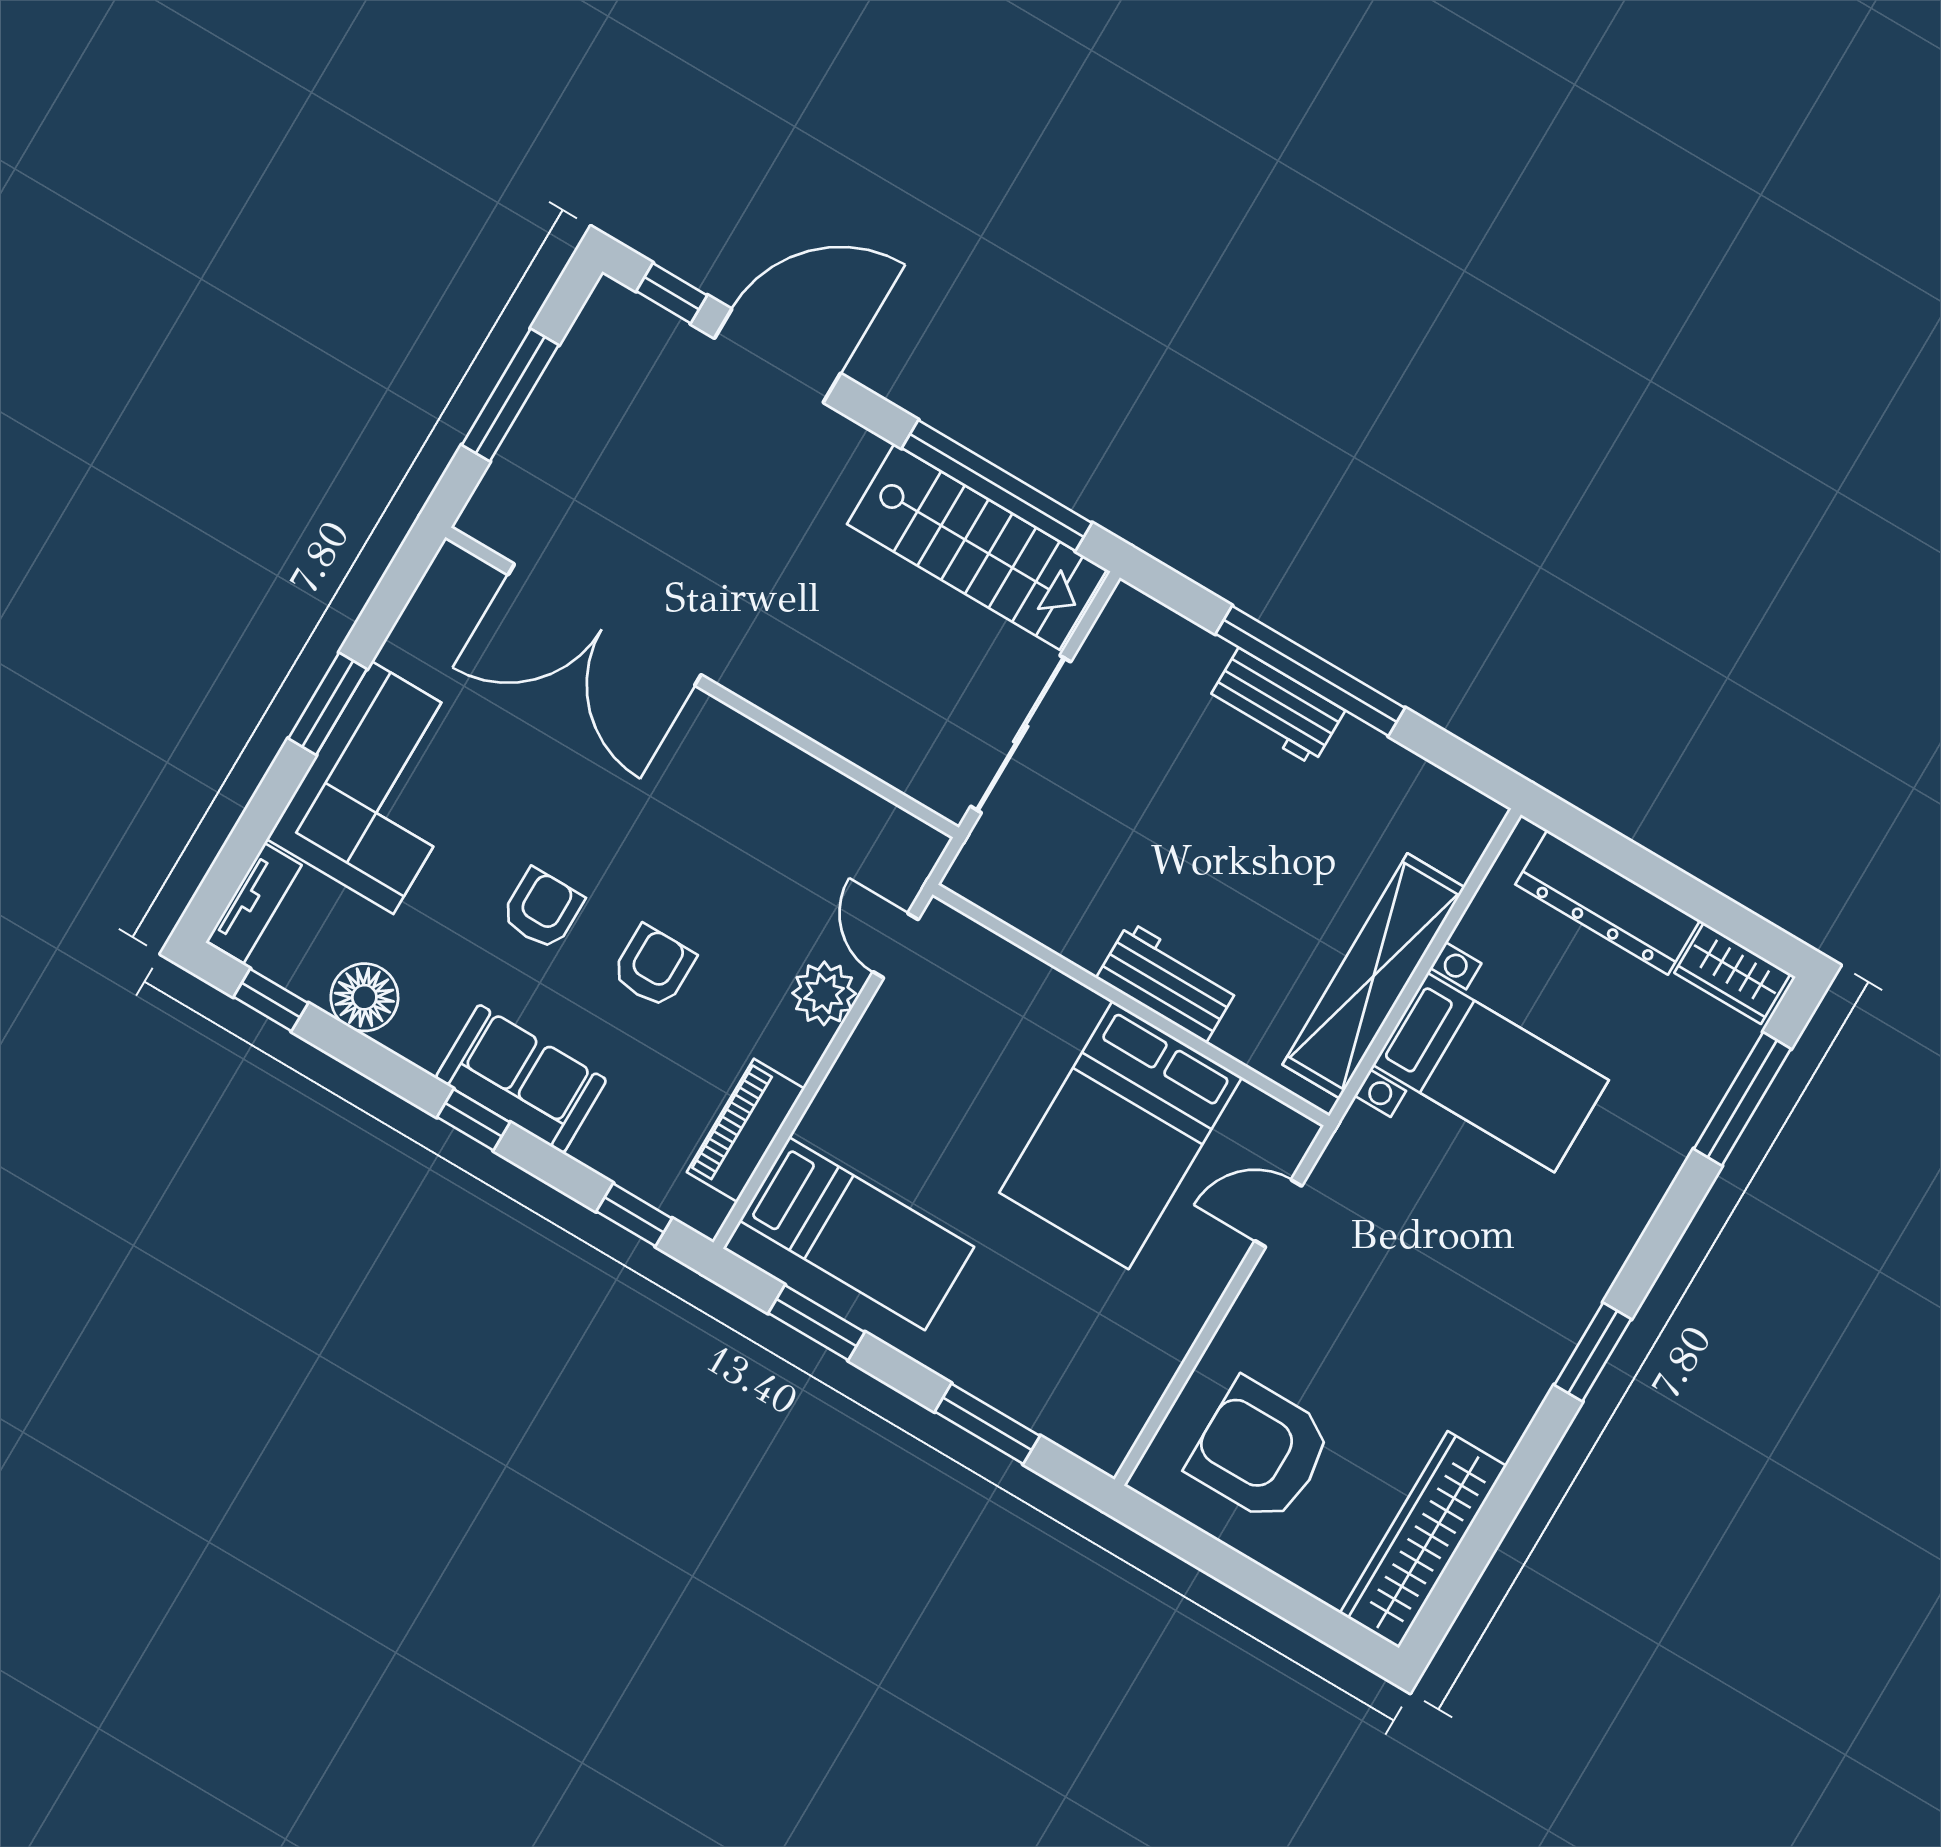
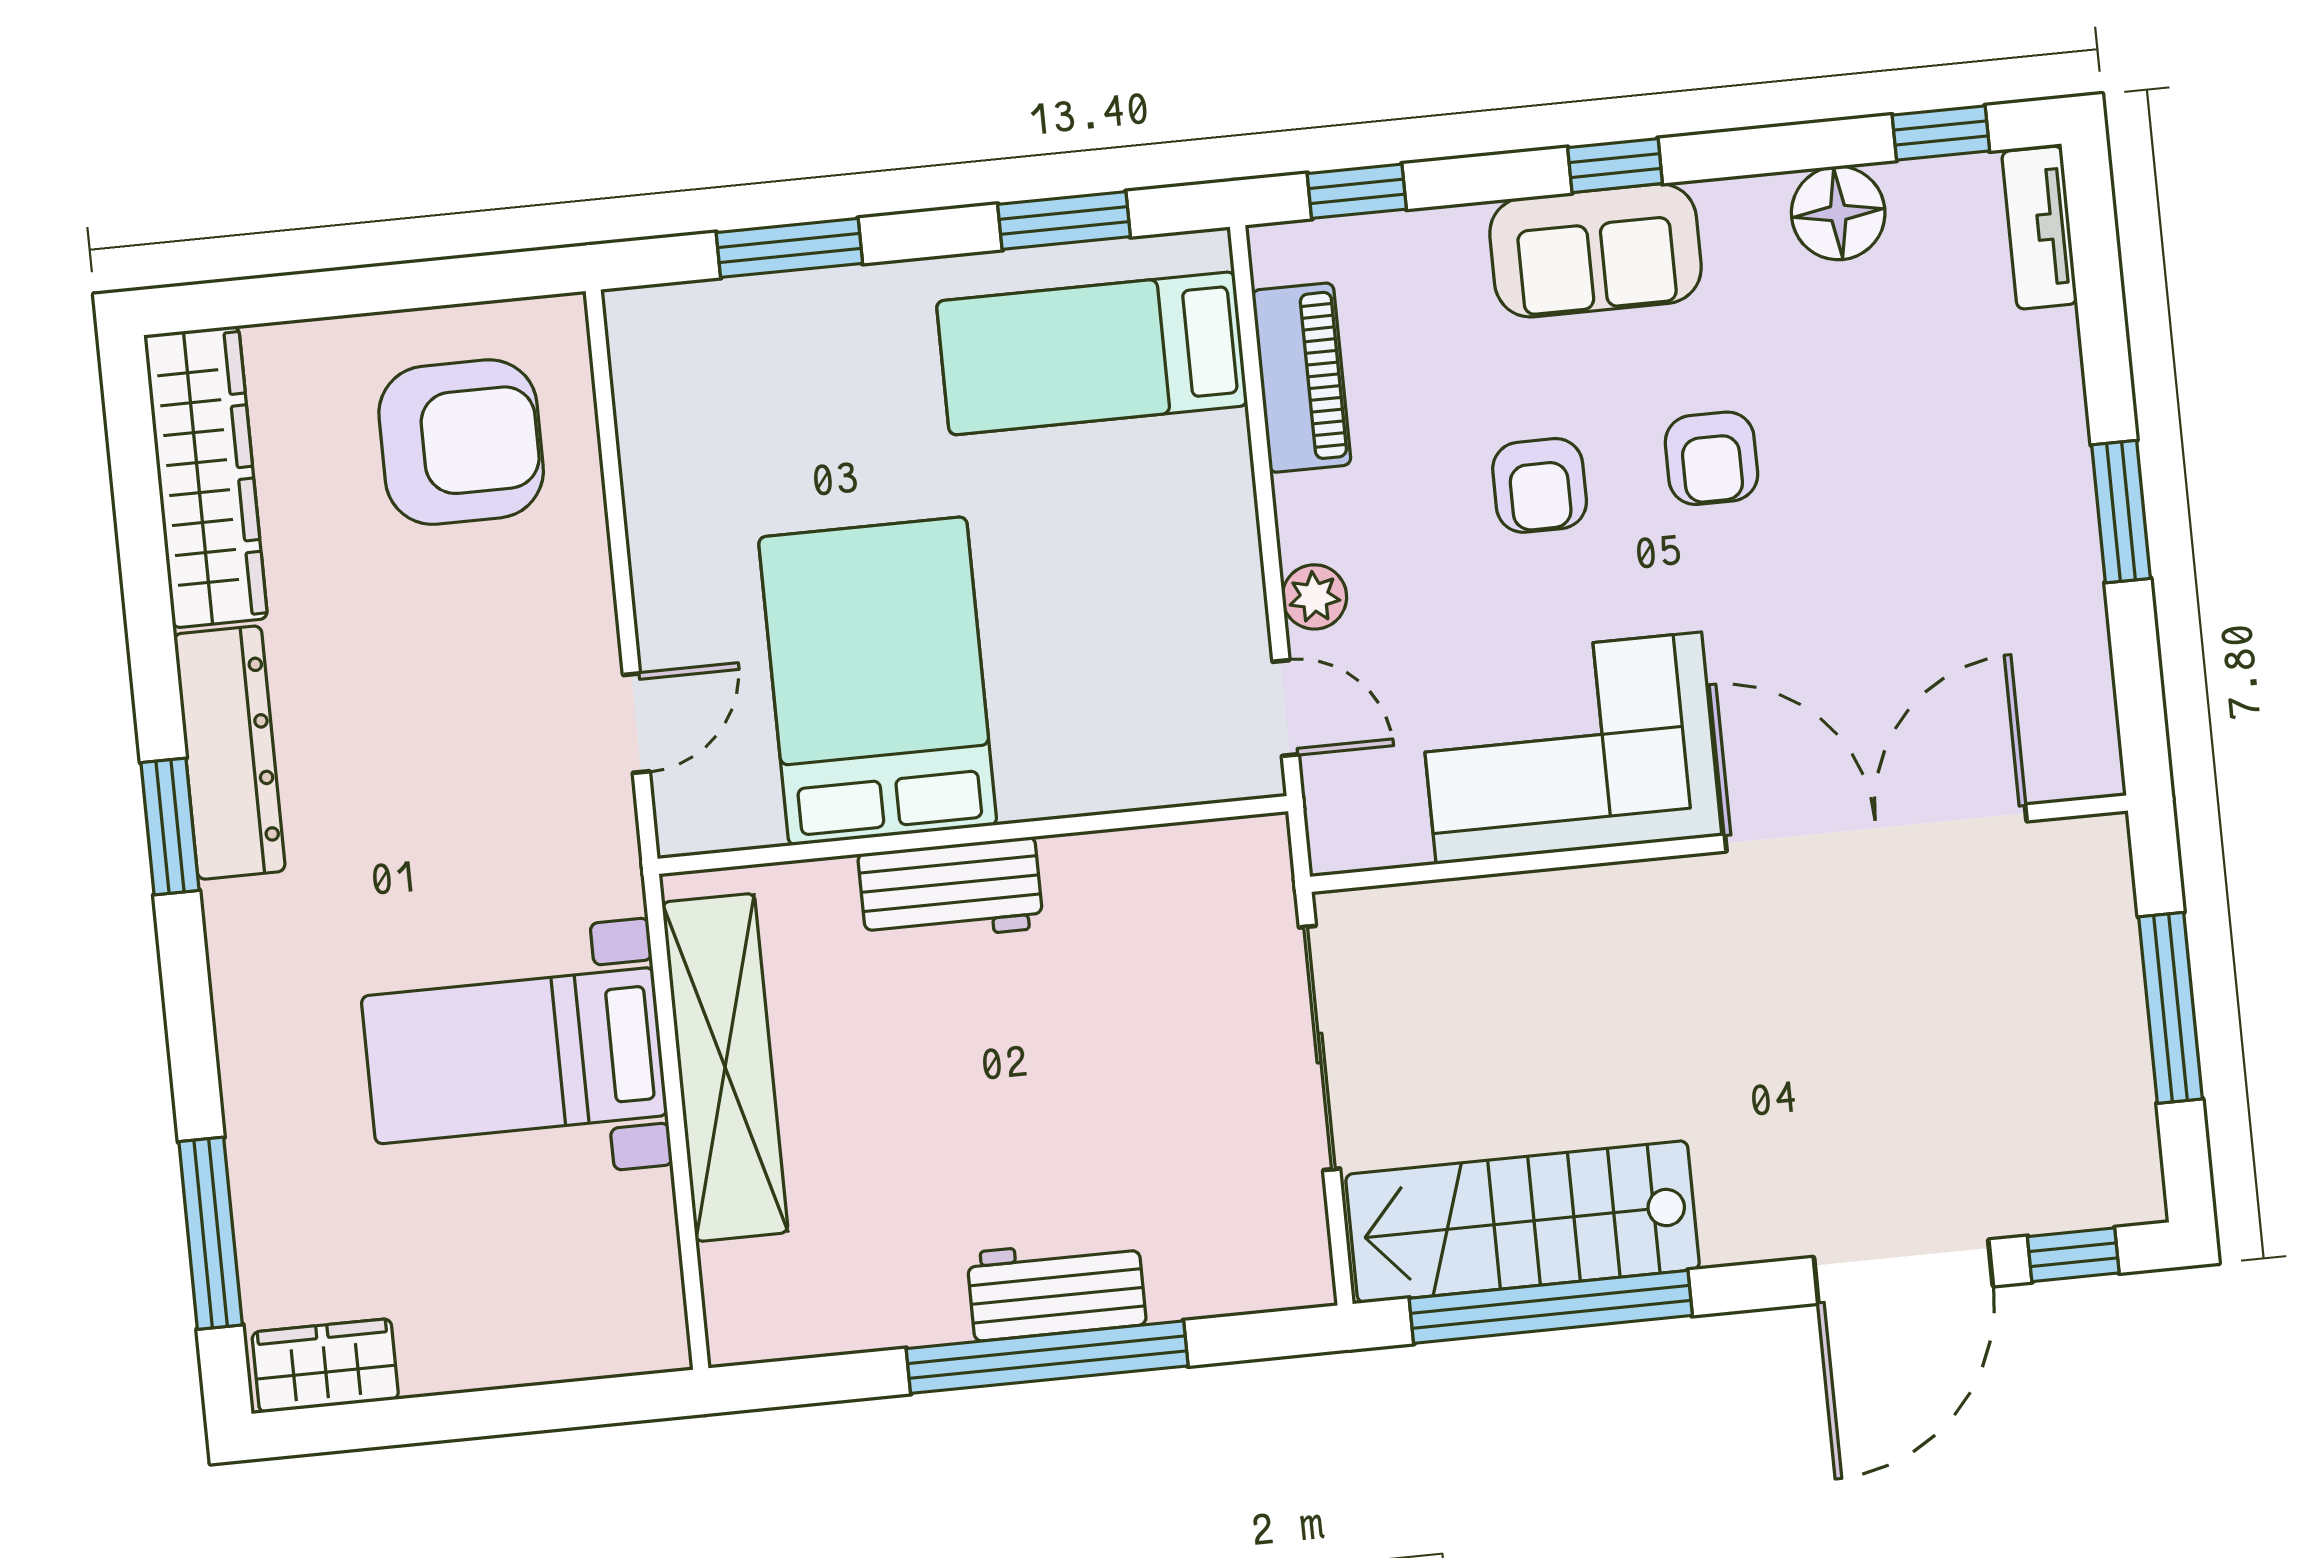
corner sofa: (383, 788) -> (1569, 748), moved, turned 90
dresser: (1608, 902) -> (230, 753), moved, turned 90
plant: (824, 993) -> (1314, 597), width x0.73, depth x0.73

